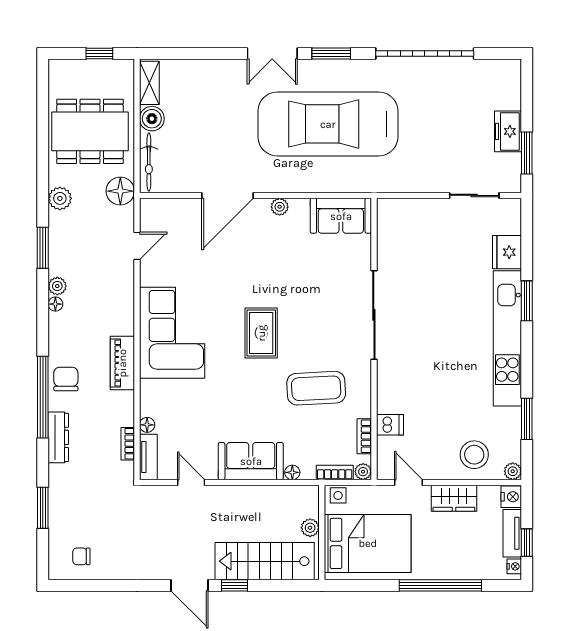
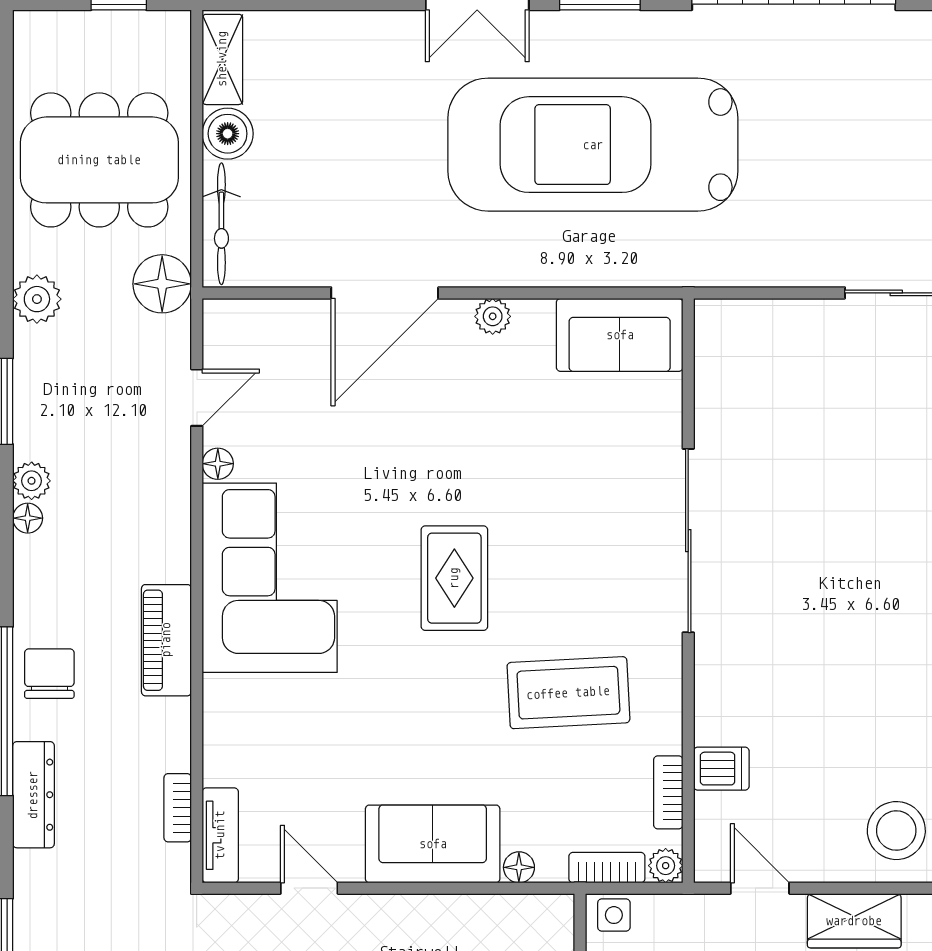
floor lamp: (147, 425) -> (218, 464), moved

